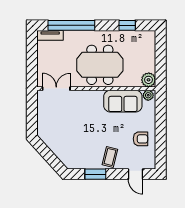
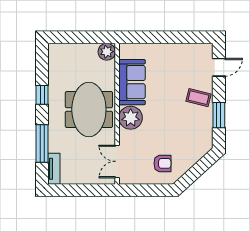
window: (71, 25) -> (42, 143), width x0.68
window: (127, 25) -> (42, 95), moved
plant: (148, 95) -> (131, 118), moved, width x1.88, depth x1.88
armchair: (140, 139) -> (162, 163), moved, turned 90

